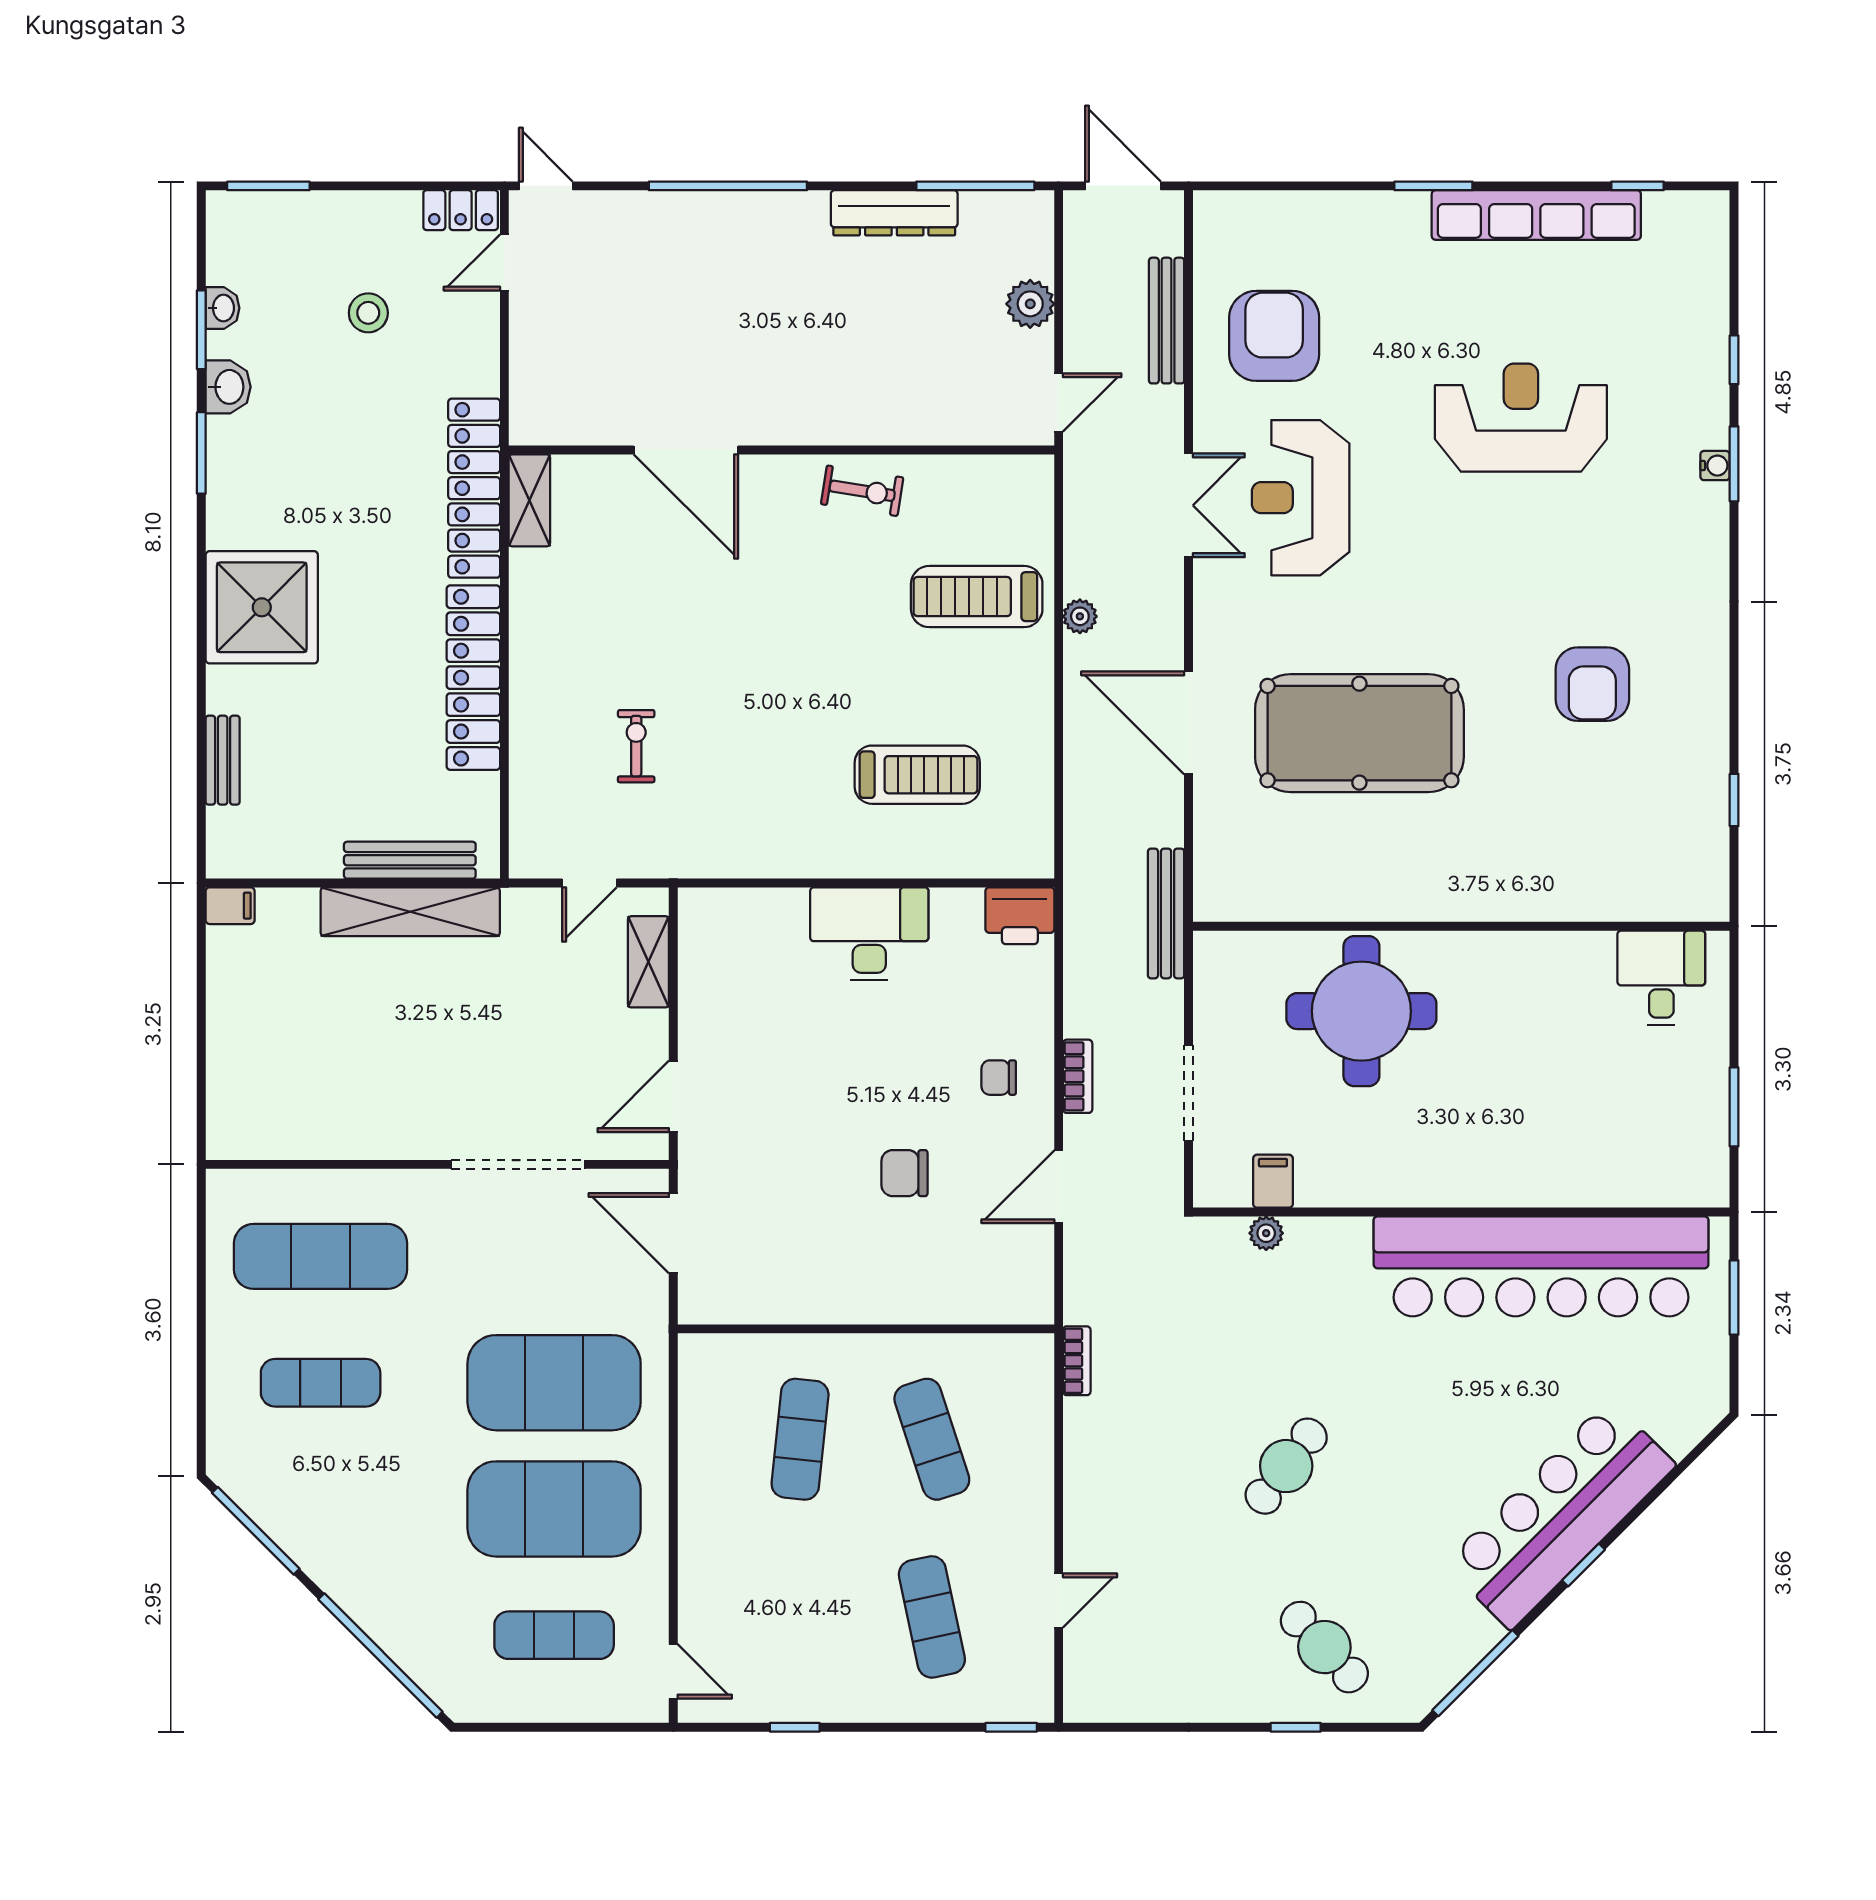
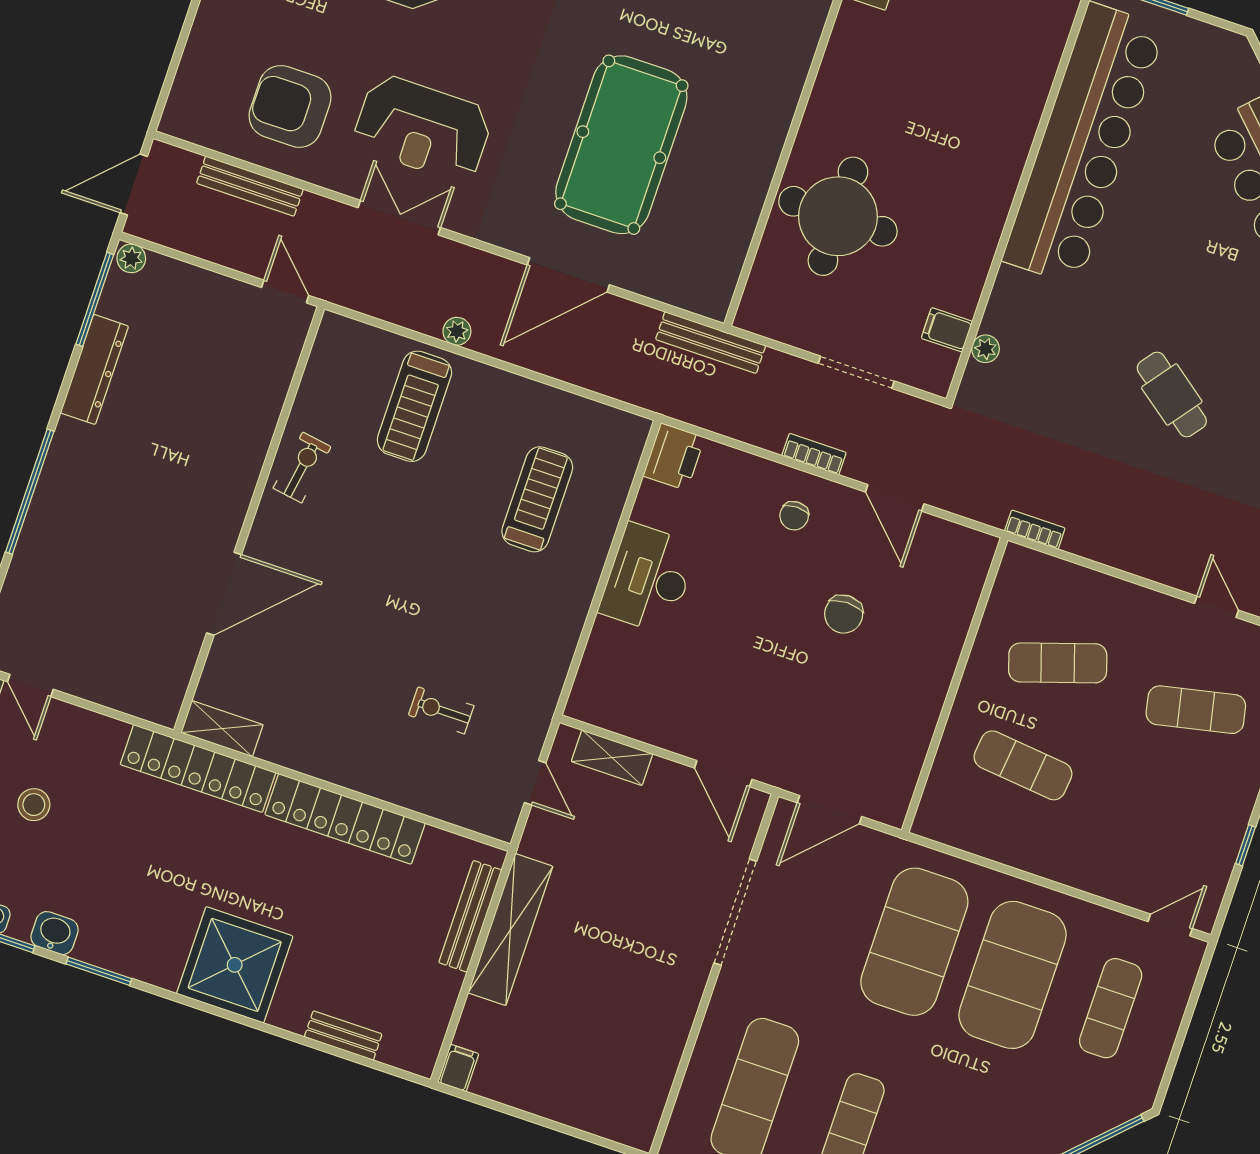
plant: (1030, 304) -> (131, 258), moved, width x0.73, depth x0.73

